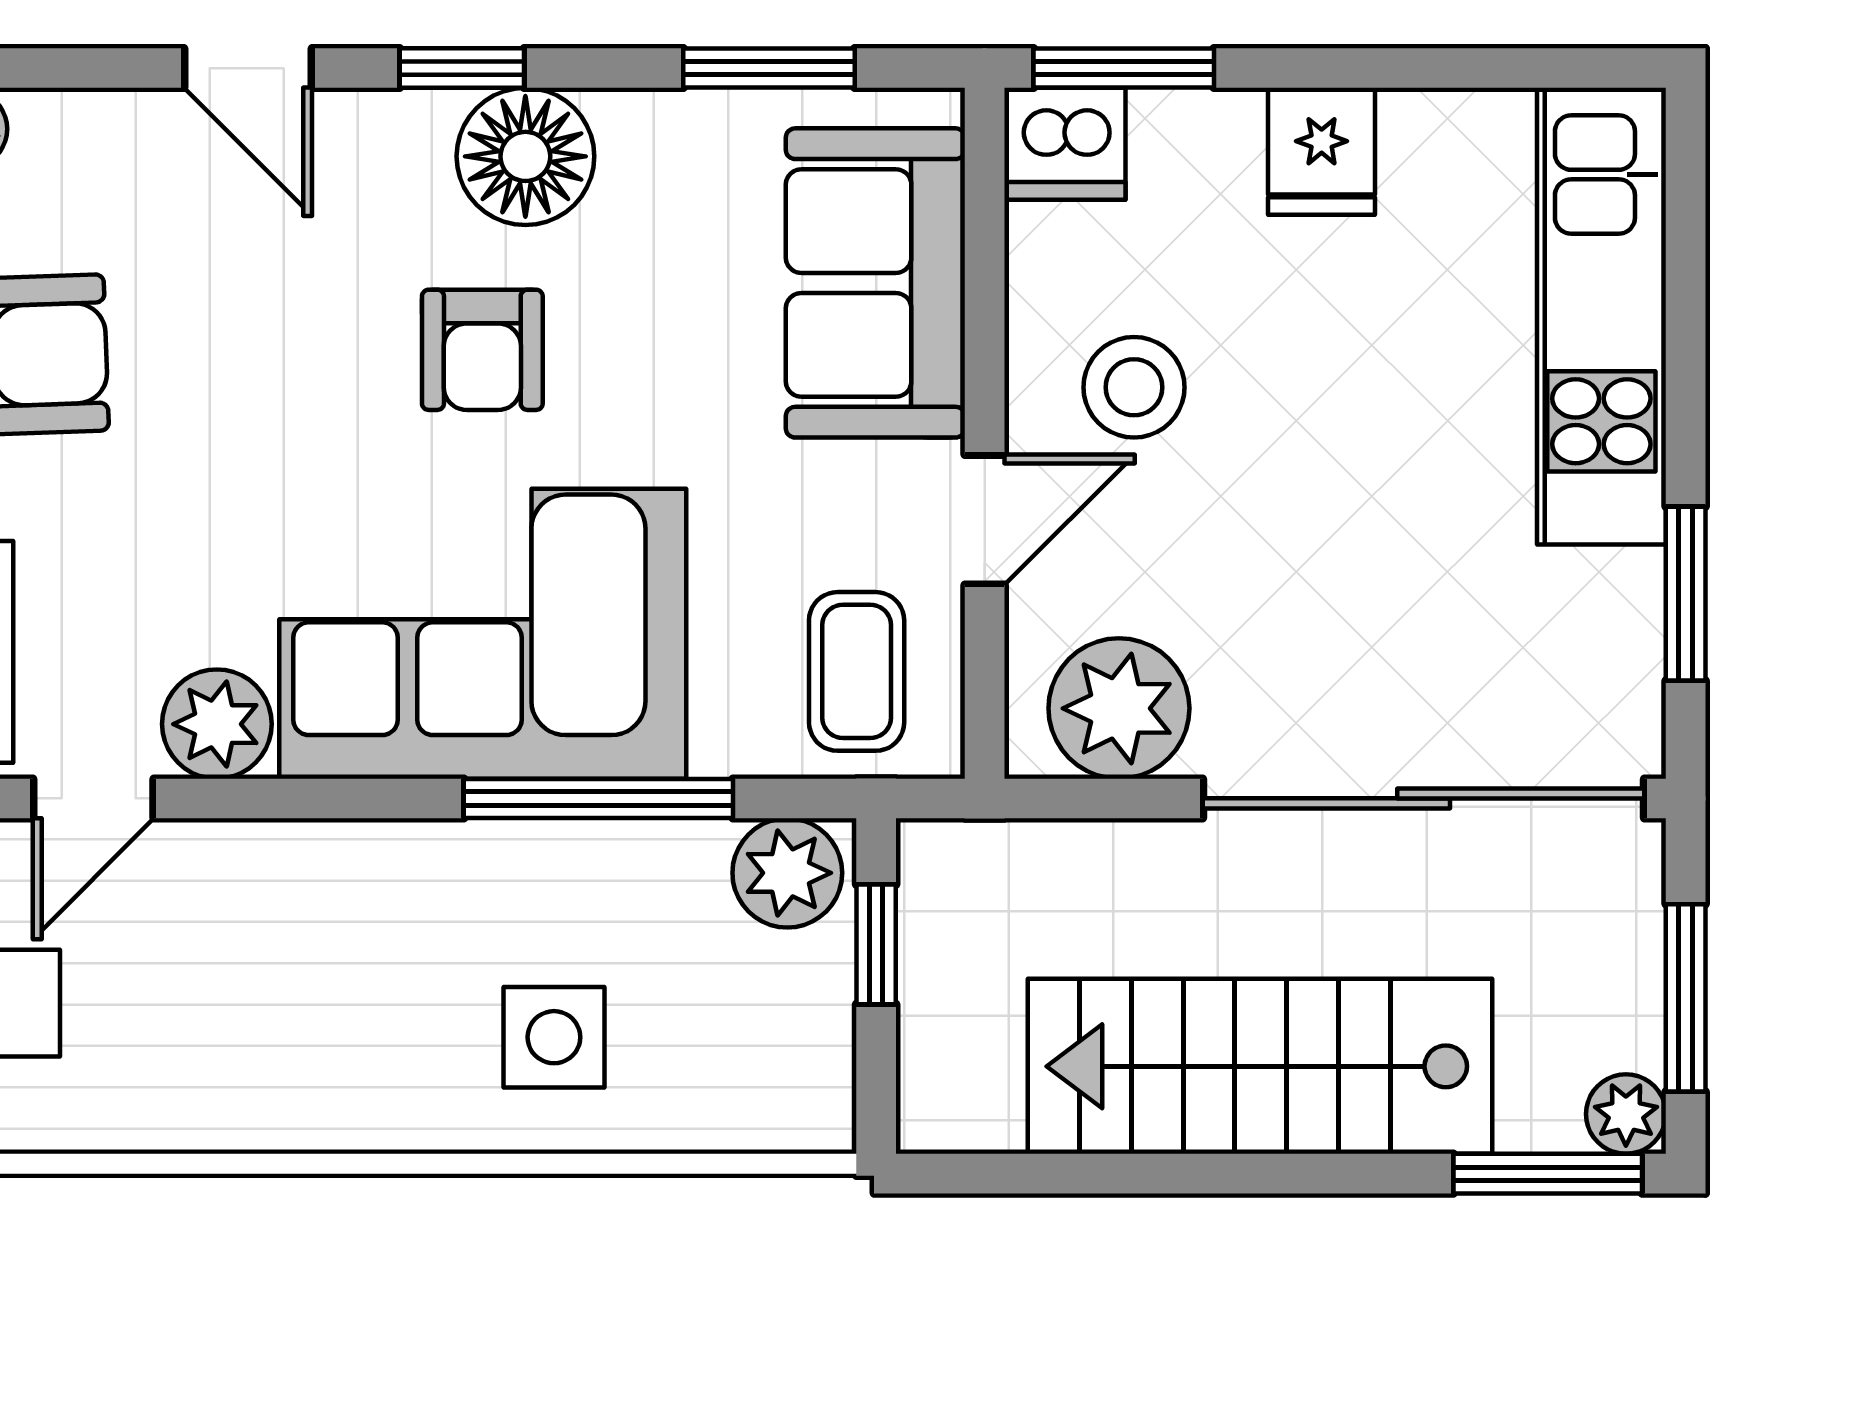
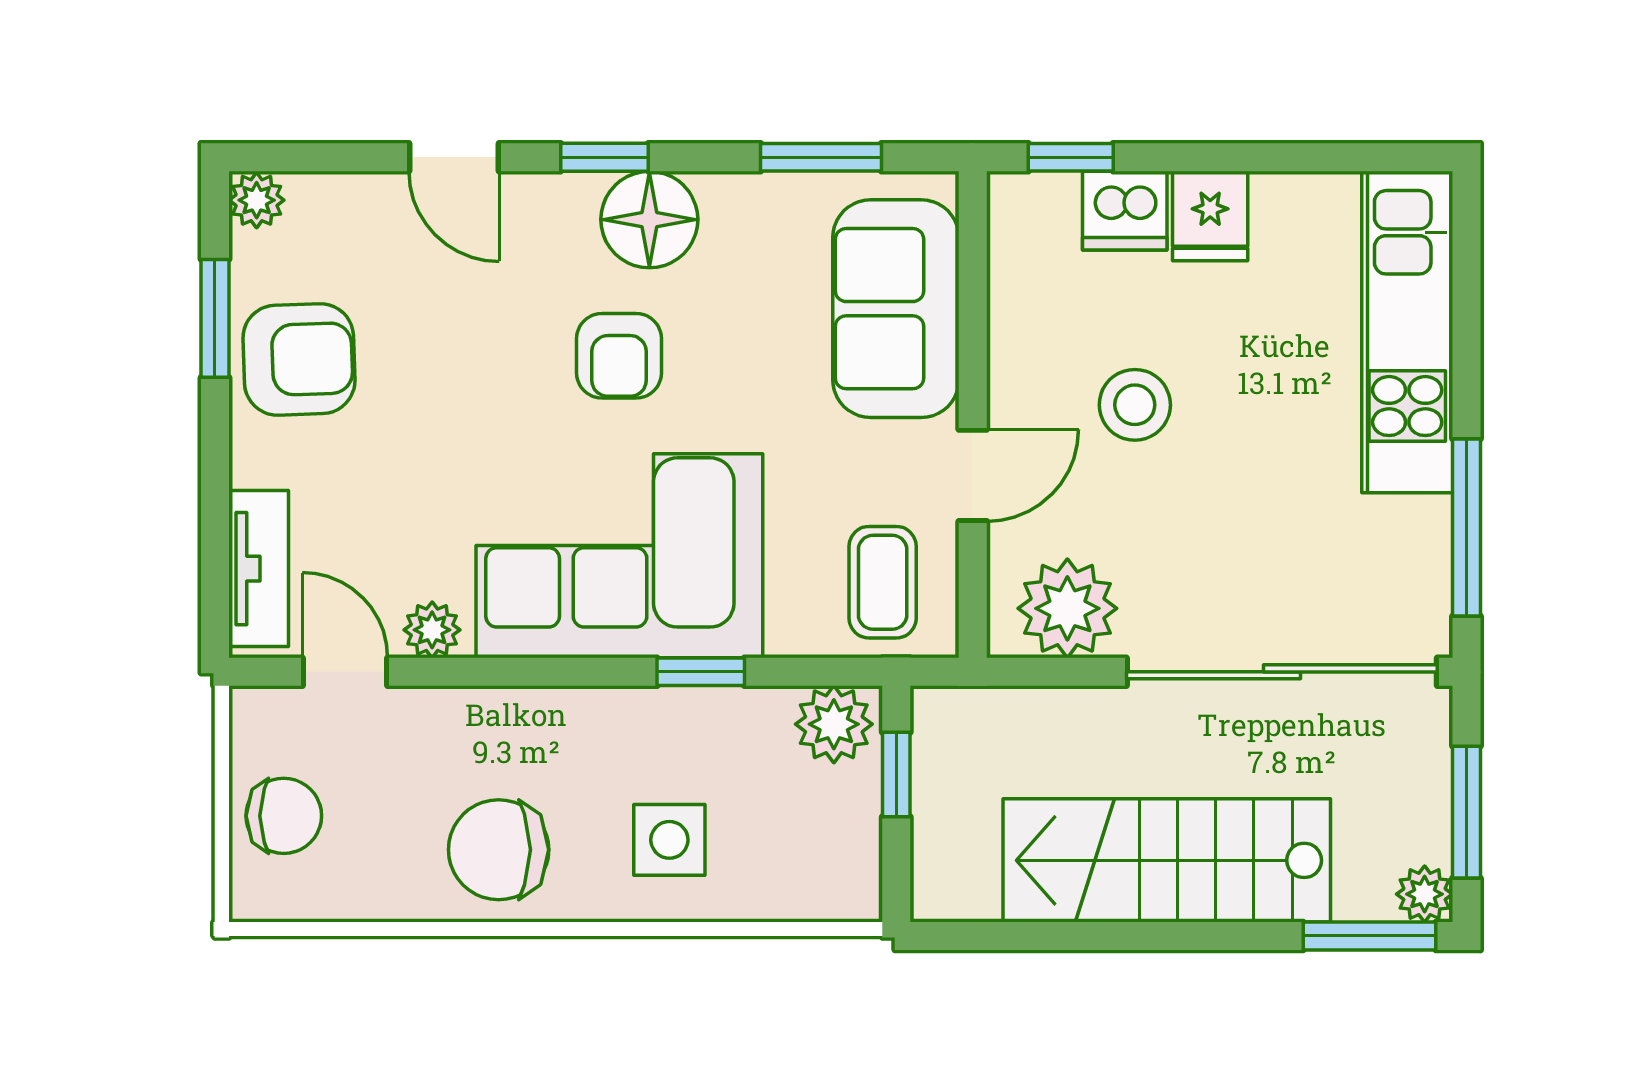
window: (1124, 68) -> (1071, 157), width x0.67
dishwasher: (1066, 144) -> (1125, 211), moved
stool: (1134, 387) -> (1135, 405), moved
window: (1686, 594) -> (1466, 527), width x1.44
plant: (217, 724) -> (432, 630), width x0.73, depth x0.73
door: (93, 798) -> (345, 672), swing flipped
window: (598, 798) -> (701, 672), width x0.46
chair: (311, 1051) -> (499, 850), added

